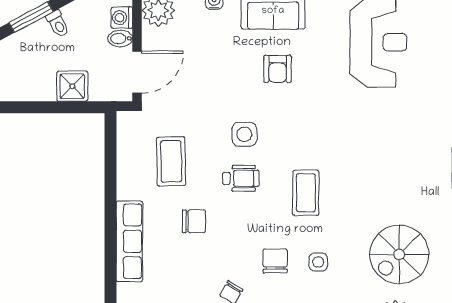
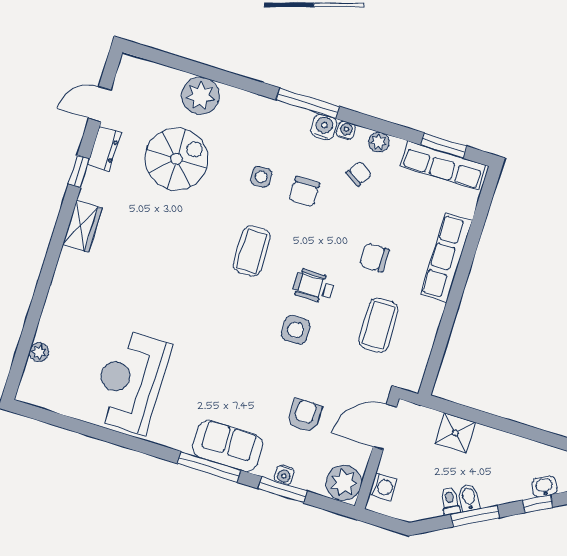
bidet: (120, 39) -> (469, 498), moved, turned -119
armchair: (278, 69) -> (305, 416), moved

